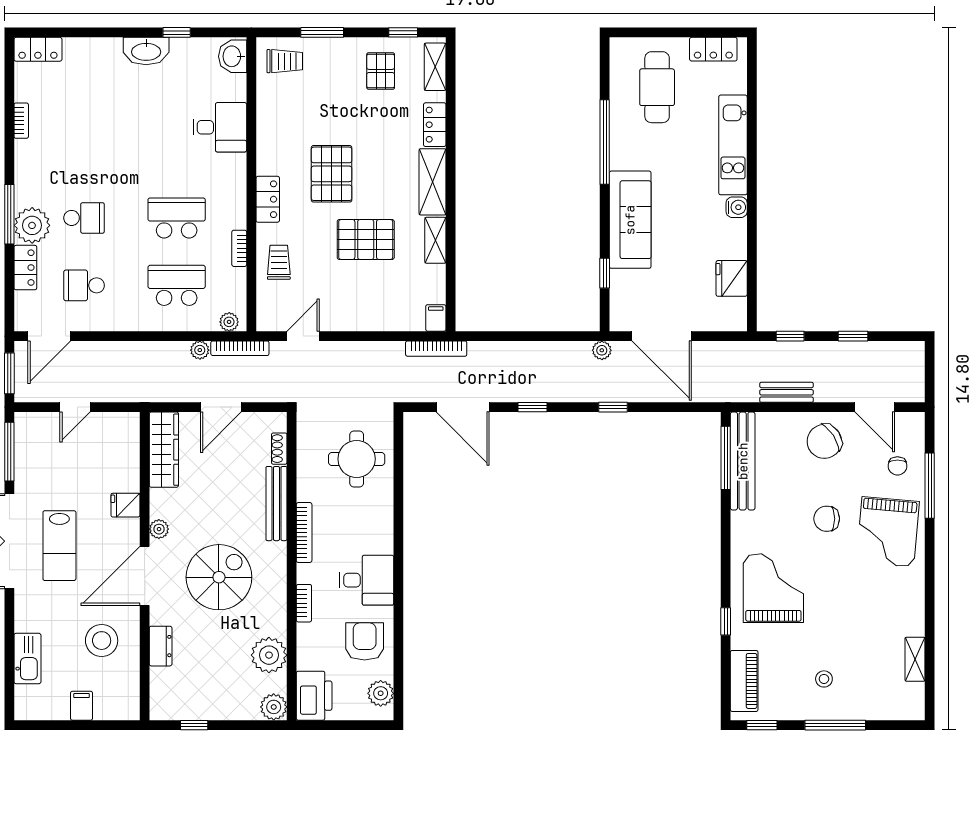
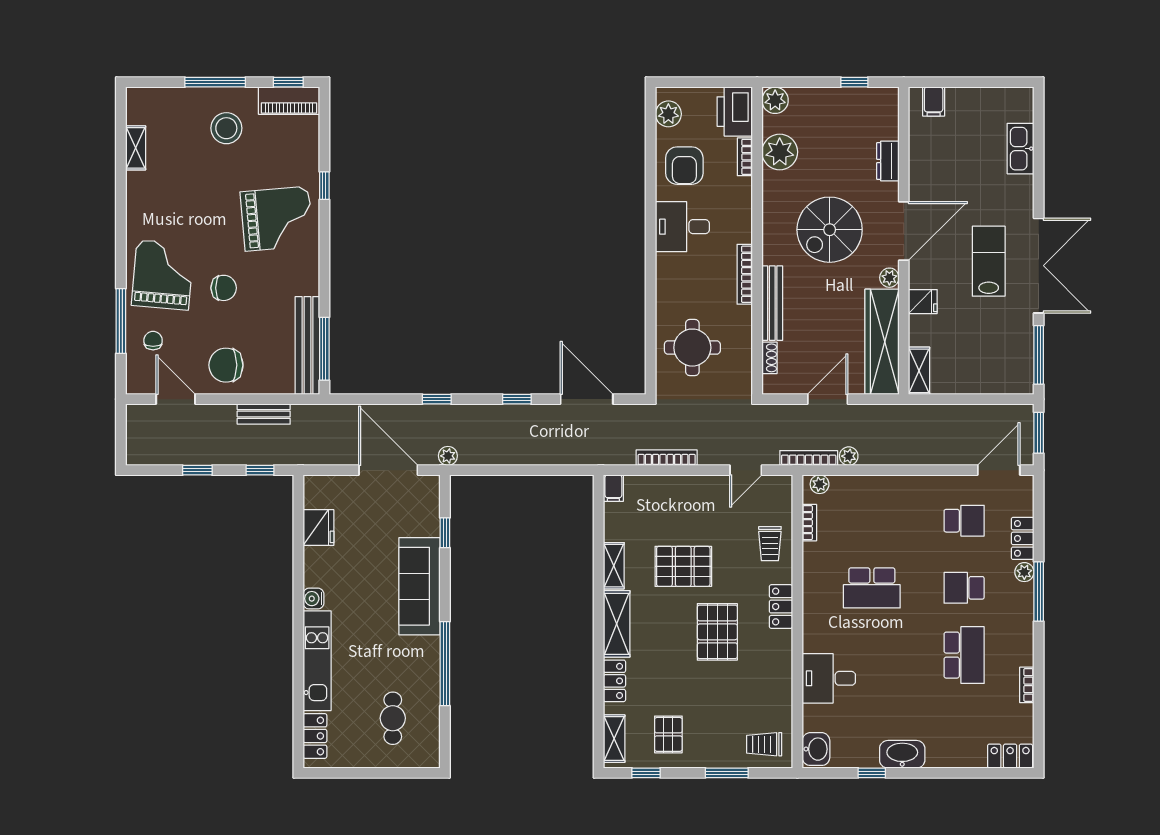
locker: (713, 49) -> (315, 736), moved, turned 90
cafe table: (657, 87) -> (393, 718), width x0.73, depth x0.74
plant: (32, 225) -> (1024, 572), width x0.53, depth x0.53
bookcase: (239, 248) -> (809, 523), moved
school desk: (177, 285) -> (964, 655), moved, turned -90
bookcase: (436, 349) -> (667, 458), moved
door: (75, 407) -> (973, 399), removed
shelving: (129, 436) -> (919, 371), added
chair: (824, 441) -> (226, 365), turned -147
wardrobe: (164, 450) -> (882, 342), width x1.40, depth x1.17
grand piano: (773, 588) -> (277, 219), turned -95
bookcase: (304, 603) -> (745, 157), moved
stool: (102, 641) -> (947, 167), removed
stool: (824, 679) -> (226, 128), width x1.89, depth x1.89
piano: (744, 681) -> (289, 101), moved, turned -90
filing cabinet: (82, 706) -> (934, 101), moved

